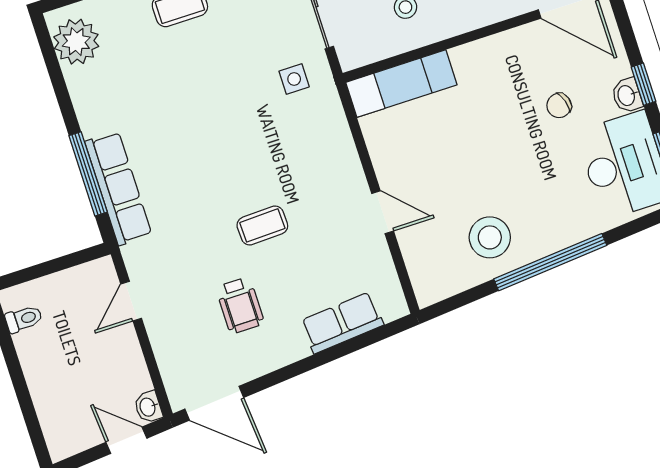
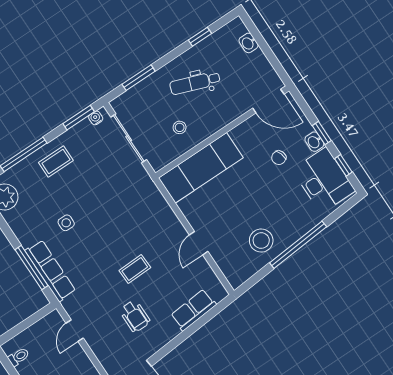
side table: (294, 79) -> (66, 223), moved
exam couch: (401, 84) -> (201, 168), width x1.36, depth x1.45
door: (383, 212) -> (199, 243), swing flipped

